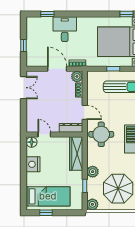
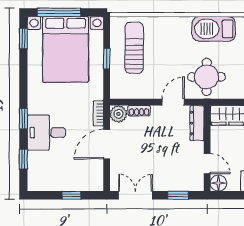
window: (74, 14) -> (23, 119), added
window: (24, 116) -> (178, 195), added
door: (44, 135) -> (207, 164), swing flipped

